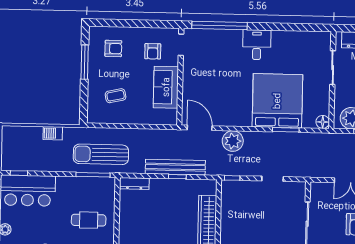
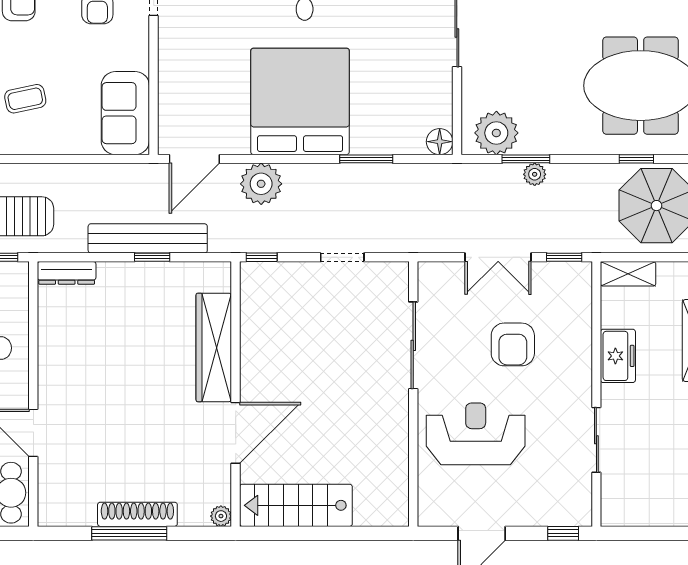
sofa: (166, 87) -> (125, 113), moved
bed: (277, 101) -> (300, 101), moved
door: (200, 128) -> (194, 159), swing flipped

